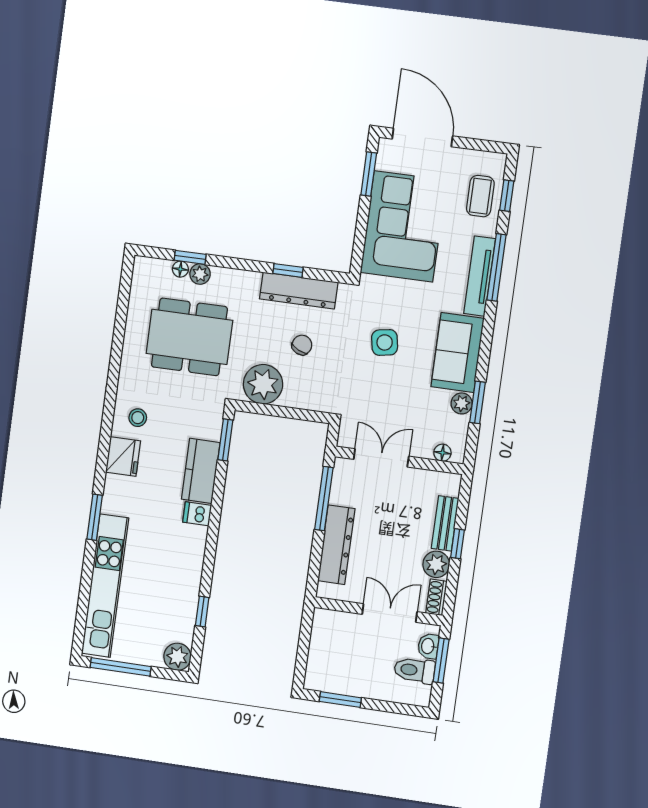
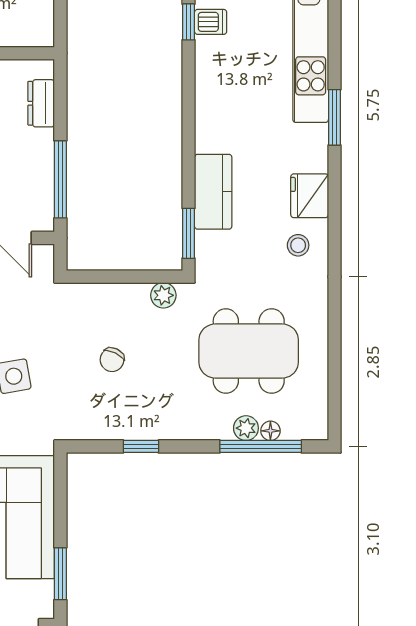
window: (190, 257) -> (261, 446), width x2.17
dresser: (299, 291) -> (125, 424), removed
plant: (263, 384) -> (163, 295), width x0.53, depth x0.53
dishwasher: (197, 514) -> (211, 22), moved
dresser: (336, 545) -> (41, 103), width x0.51, depth x0.80

